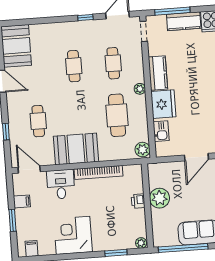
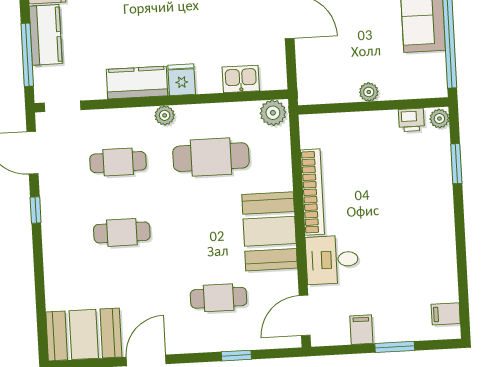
fridge: (163, 104) -> (182, 80), width x0.53, depth x0.75
plant: (159, 198) -> (369, 92), width x0.53, depth x0.53
printer: (138, 201) -> (411, 120), moved
corner desk: (73, 235) -> (424, 239), removed

